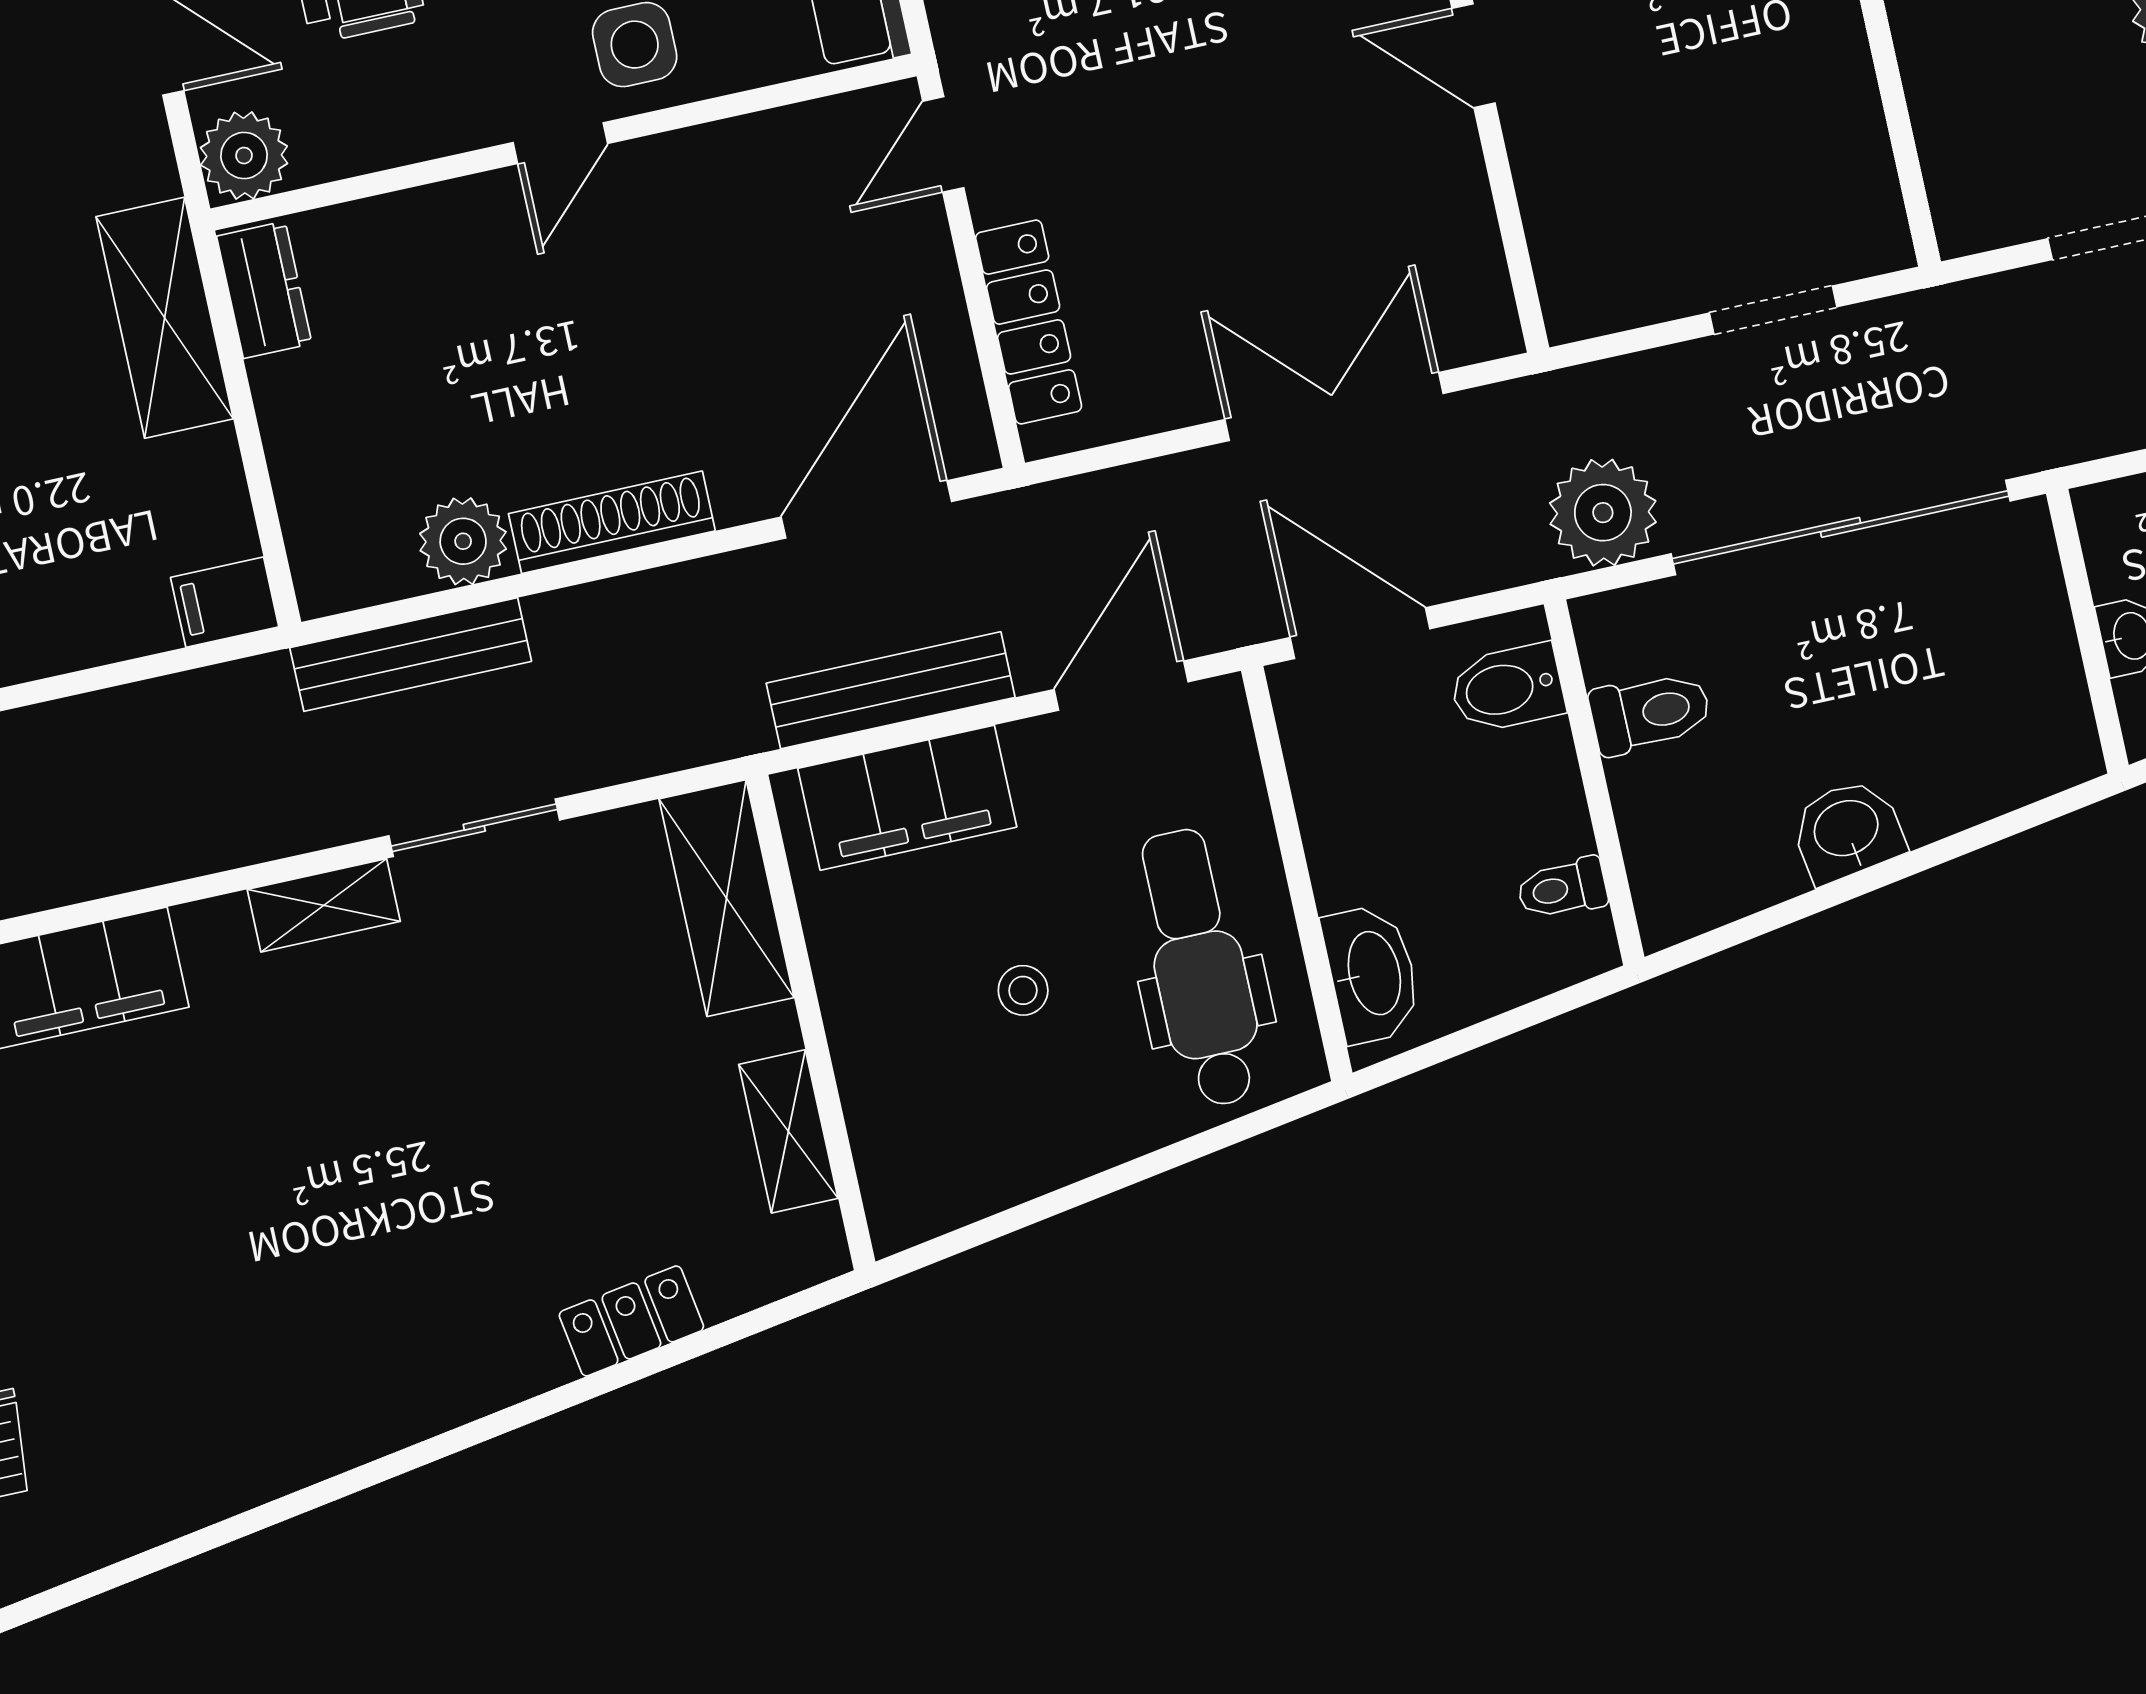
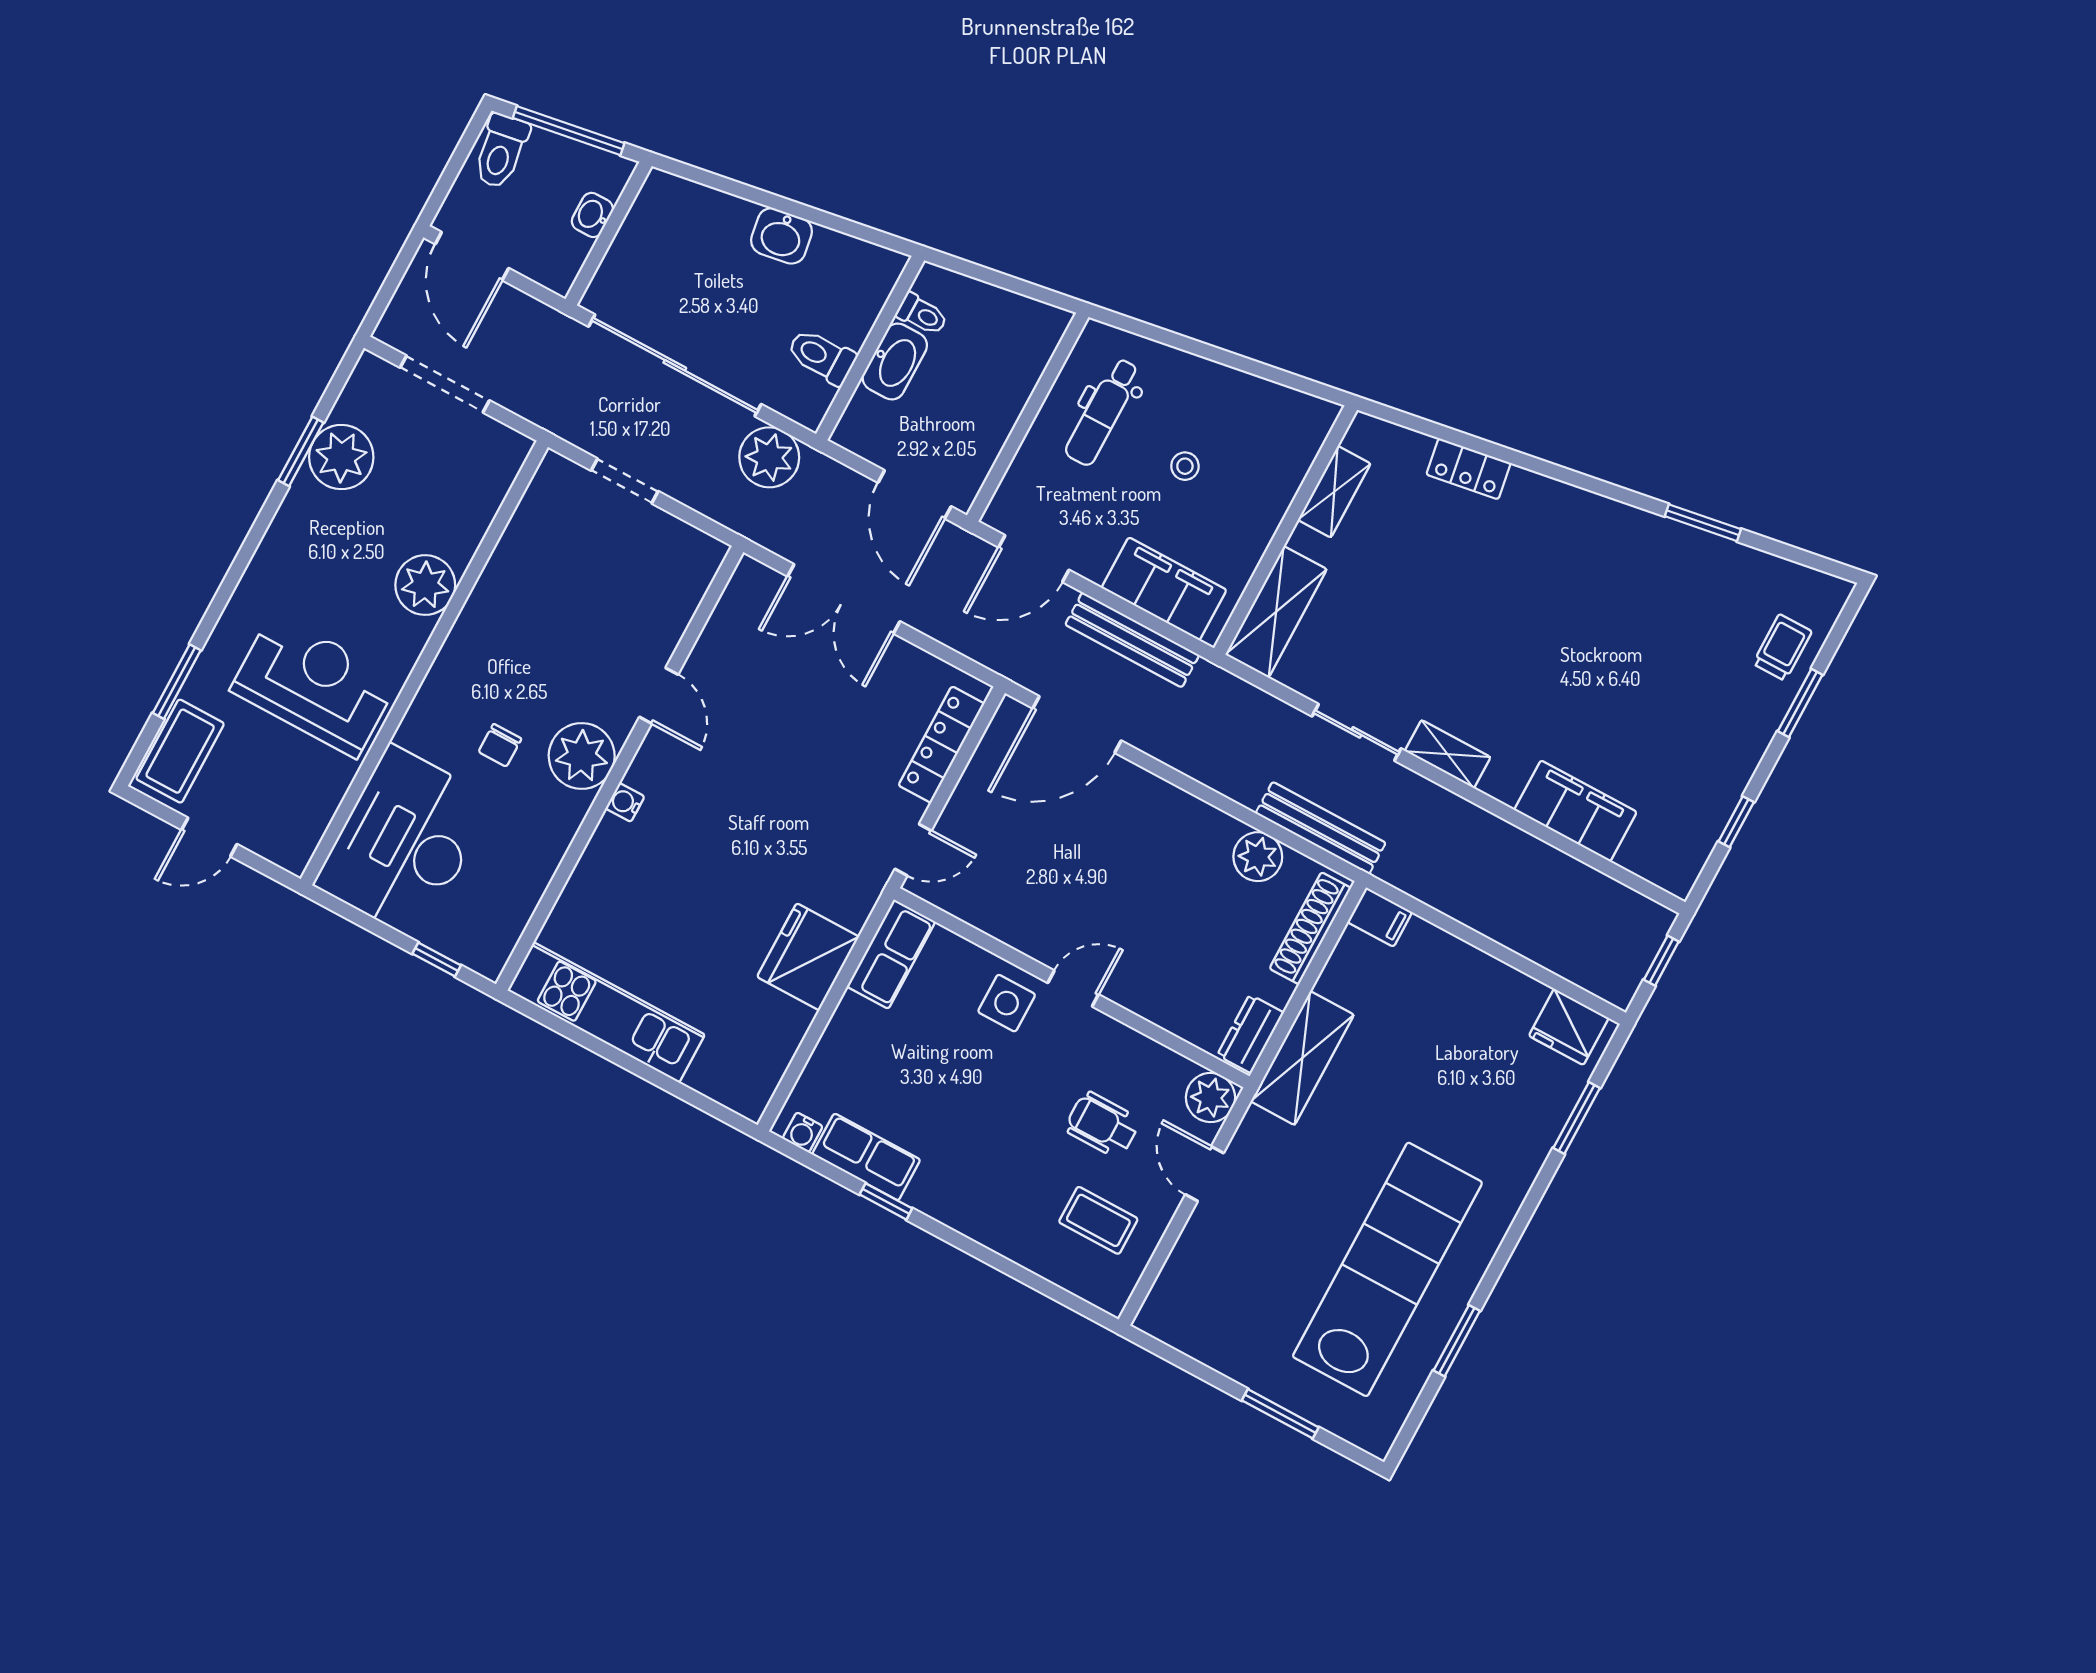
shoe rack: (612, 522) -> (1310, 928), moved, turned 90
bidet: (1507, 688) -> (873, 418), removed
dental chair: (1200, 968) -> (1103, 412), width x0.73, depth x0.72
washbasin: (1372, 974) -> (895, 362), moved, turned 180
window: (247, 1523) -> (1703, 523), added

